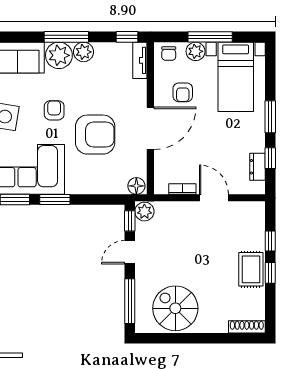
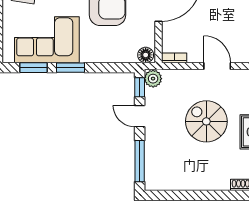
bookcase: (182, 189) -> (174, 58), moved
door: (130, 252) -> (140, 116), hinge flipped
spiral stairs: (175, 308) -> (206, 121), moved

